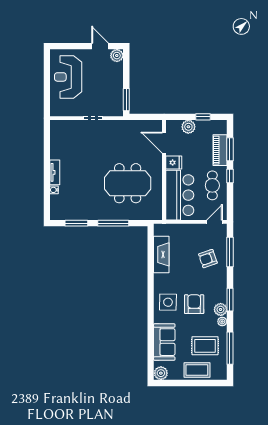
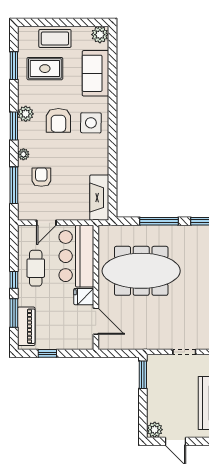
plant: (188, 127) -> (66, 341), removed
piano: (220, 150) -> (26, 326), moved
meeting table: (128, 183) -> (141, 271), width x1.36
door: (215, 222) -> (46, 223), moved
fireplace: (161, 254) -> (99, 198), moved
armchair: (208, 259) -> (41, 177), turned -71
plant: (222, 322) -> (23, 154), moved
window: (230, 348) -> (14, 66), width x0.69

